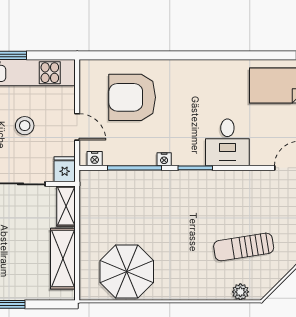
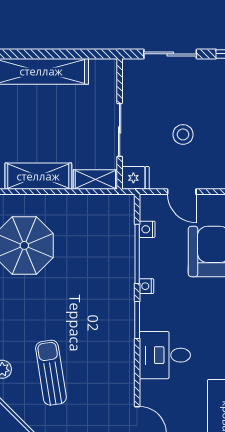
door: (77, 127) -> (182, 192), hinge flipped
nightstand: (95, 159) -> (147, 229), moved

